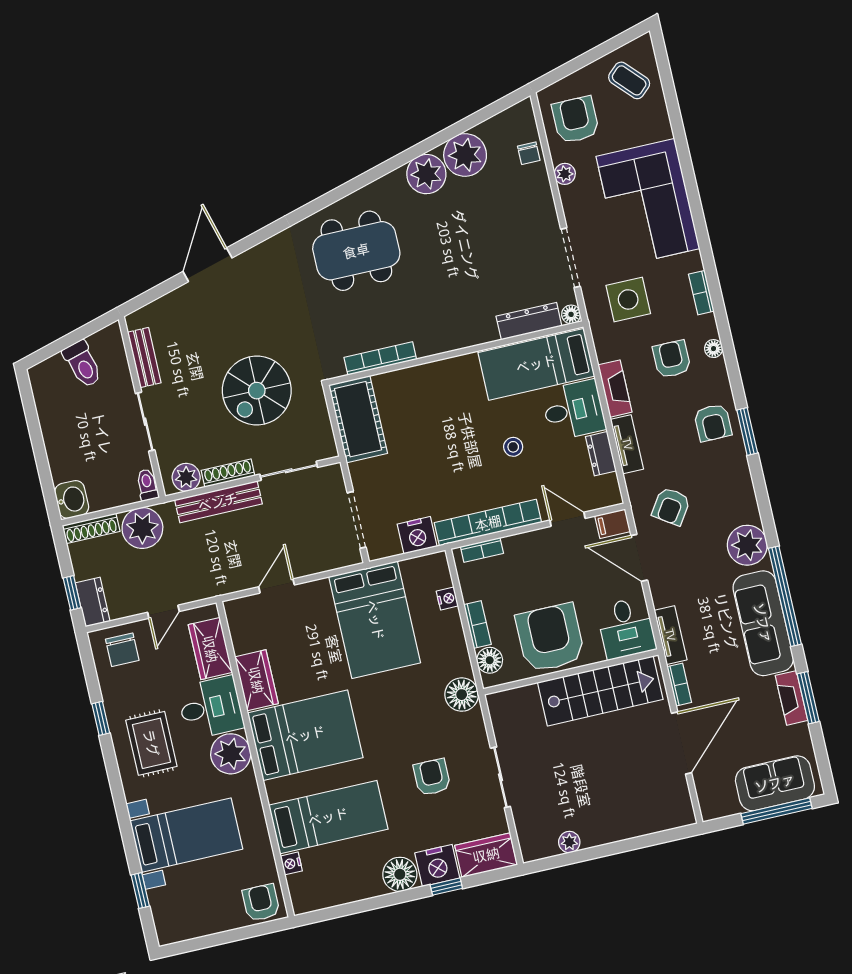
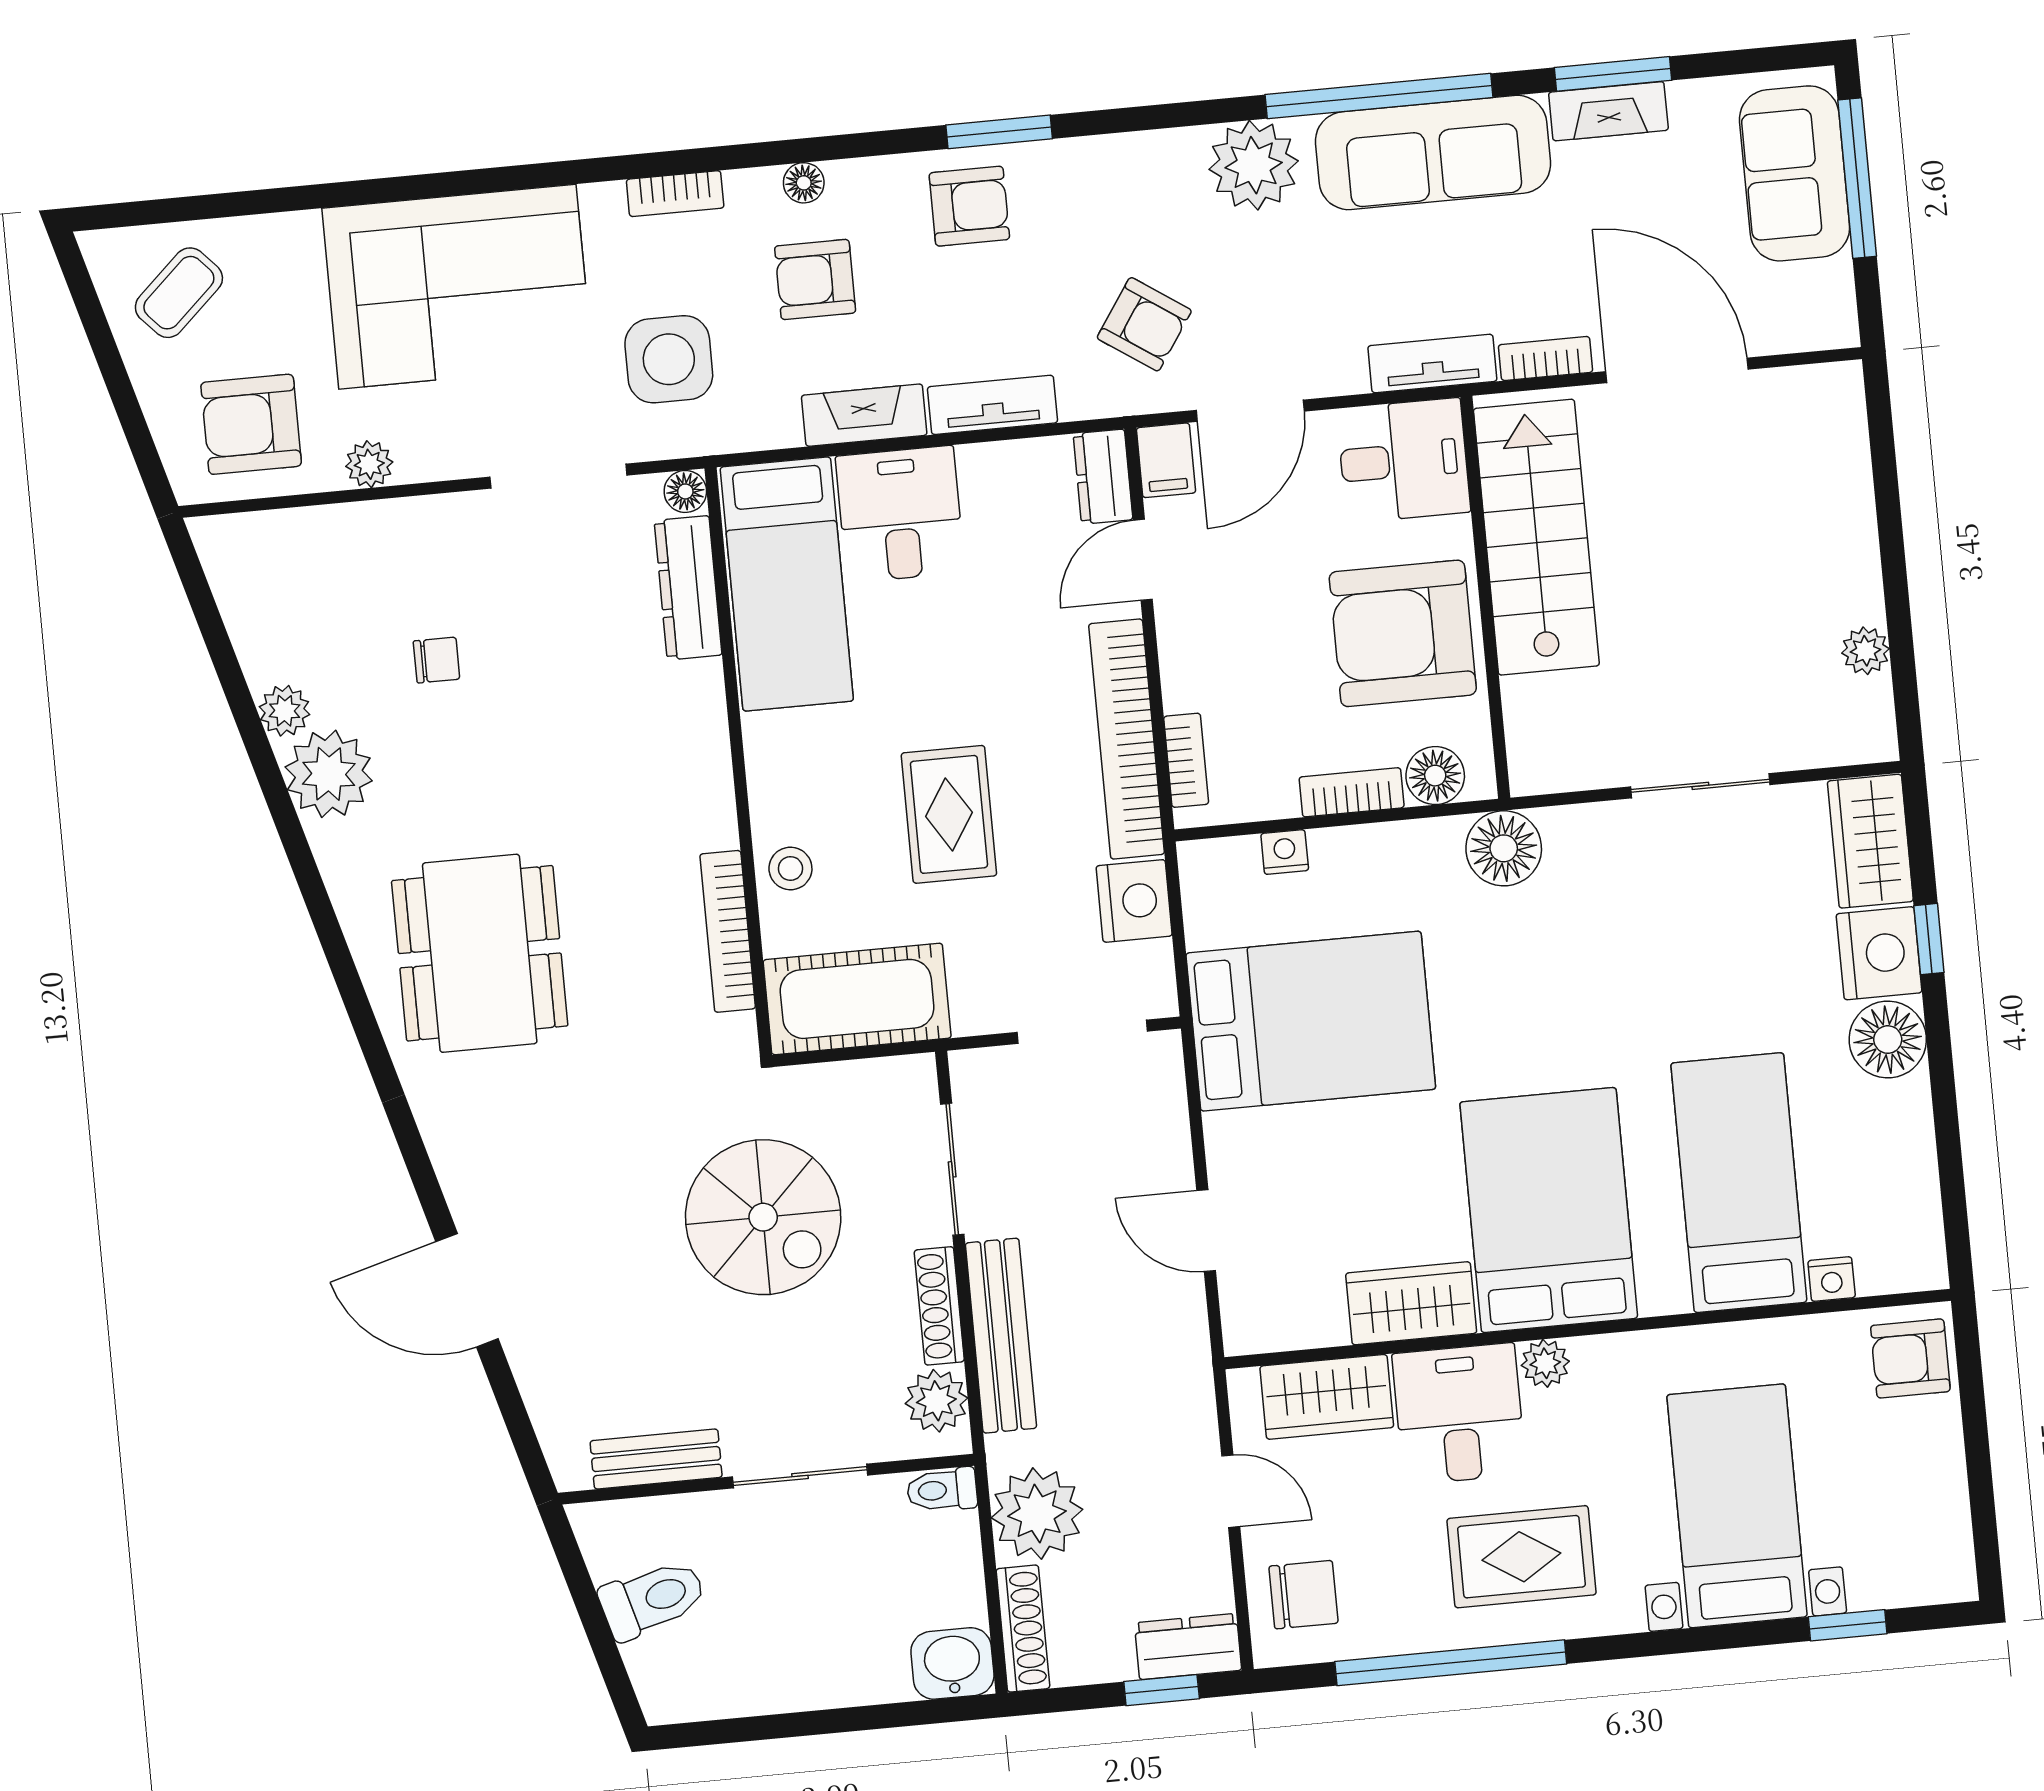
chair: (529, 153) -> (437, 660), moved
plant: (465, 155) -> (285, 711), width x0.53, depth x0.53
stool: (513, 447) -> (790, 869), moved
rug: (444, 449) -> (949, 814), added
dresser: (601, 454) -> (1103, 477), moved, turned 90
window: (101, 718) -> (1451, 1663), width x3.17
plant: (231, 754) -> (1545, 1363), width x0.53, depth x0.53
armchair: (432, 777) -> (1680, 939), removed

